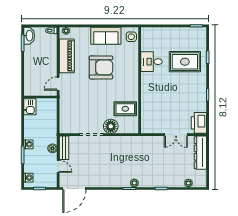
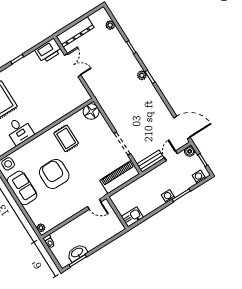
washbasin: (29, 36) -> (77, 253), moved
piano: (67, 56) -> (120, 177), moved
rug: (125, 109) -> (66, 138), moved
floor lamp: (111, 126) -> (91, 112), moved
boiler: (52, 148) -> (190, 151), moved

